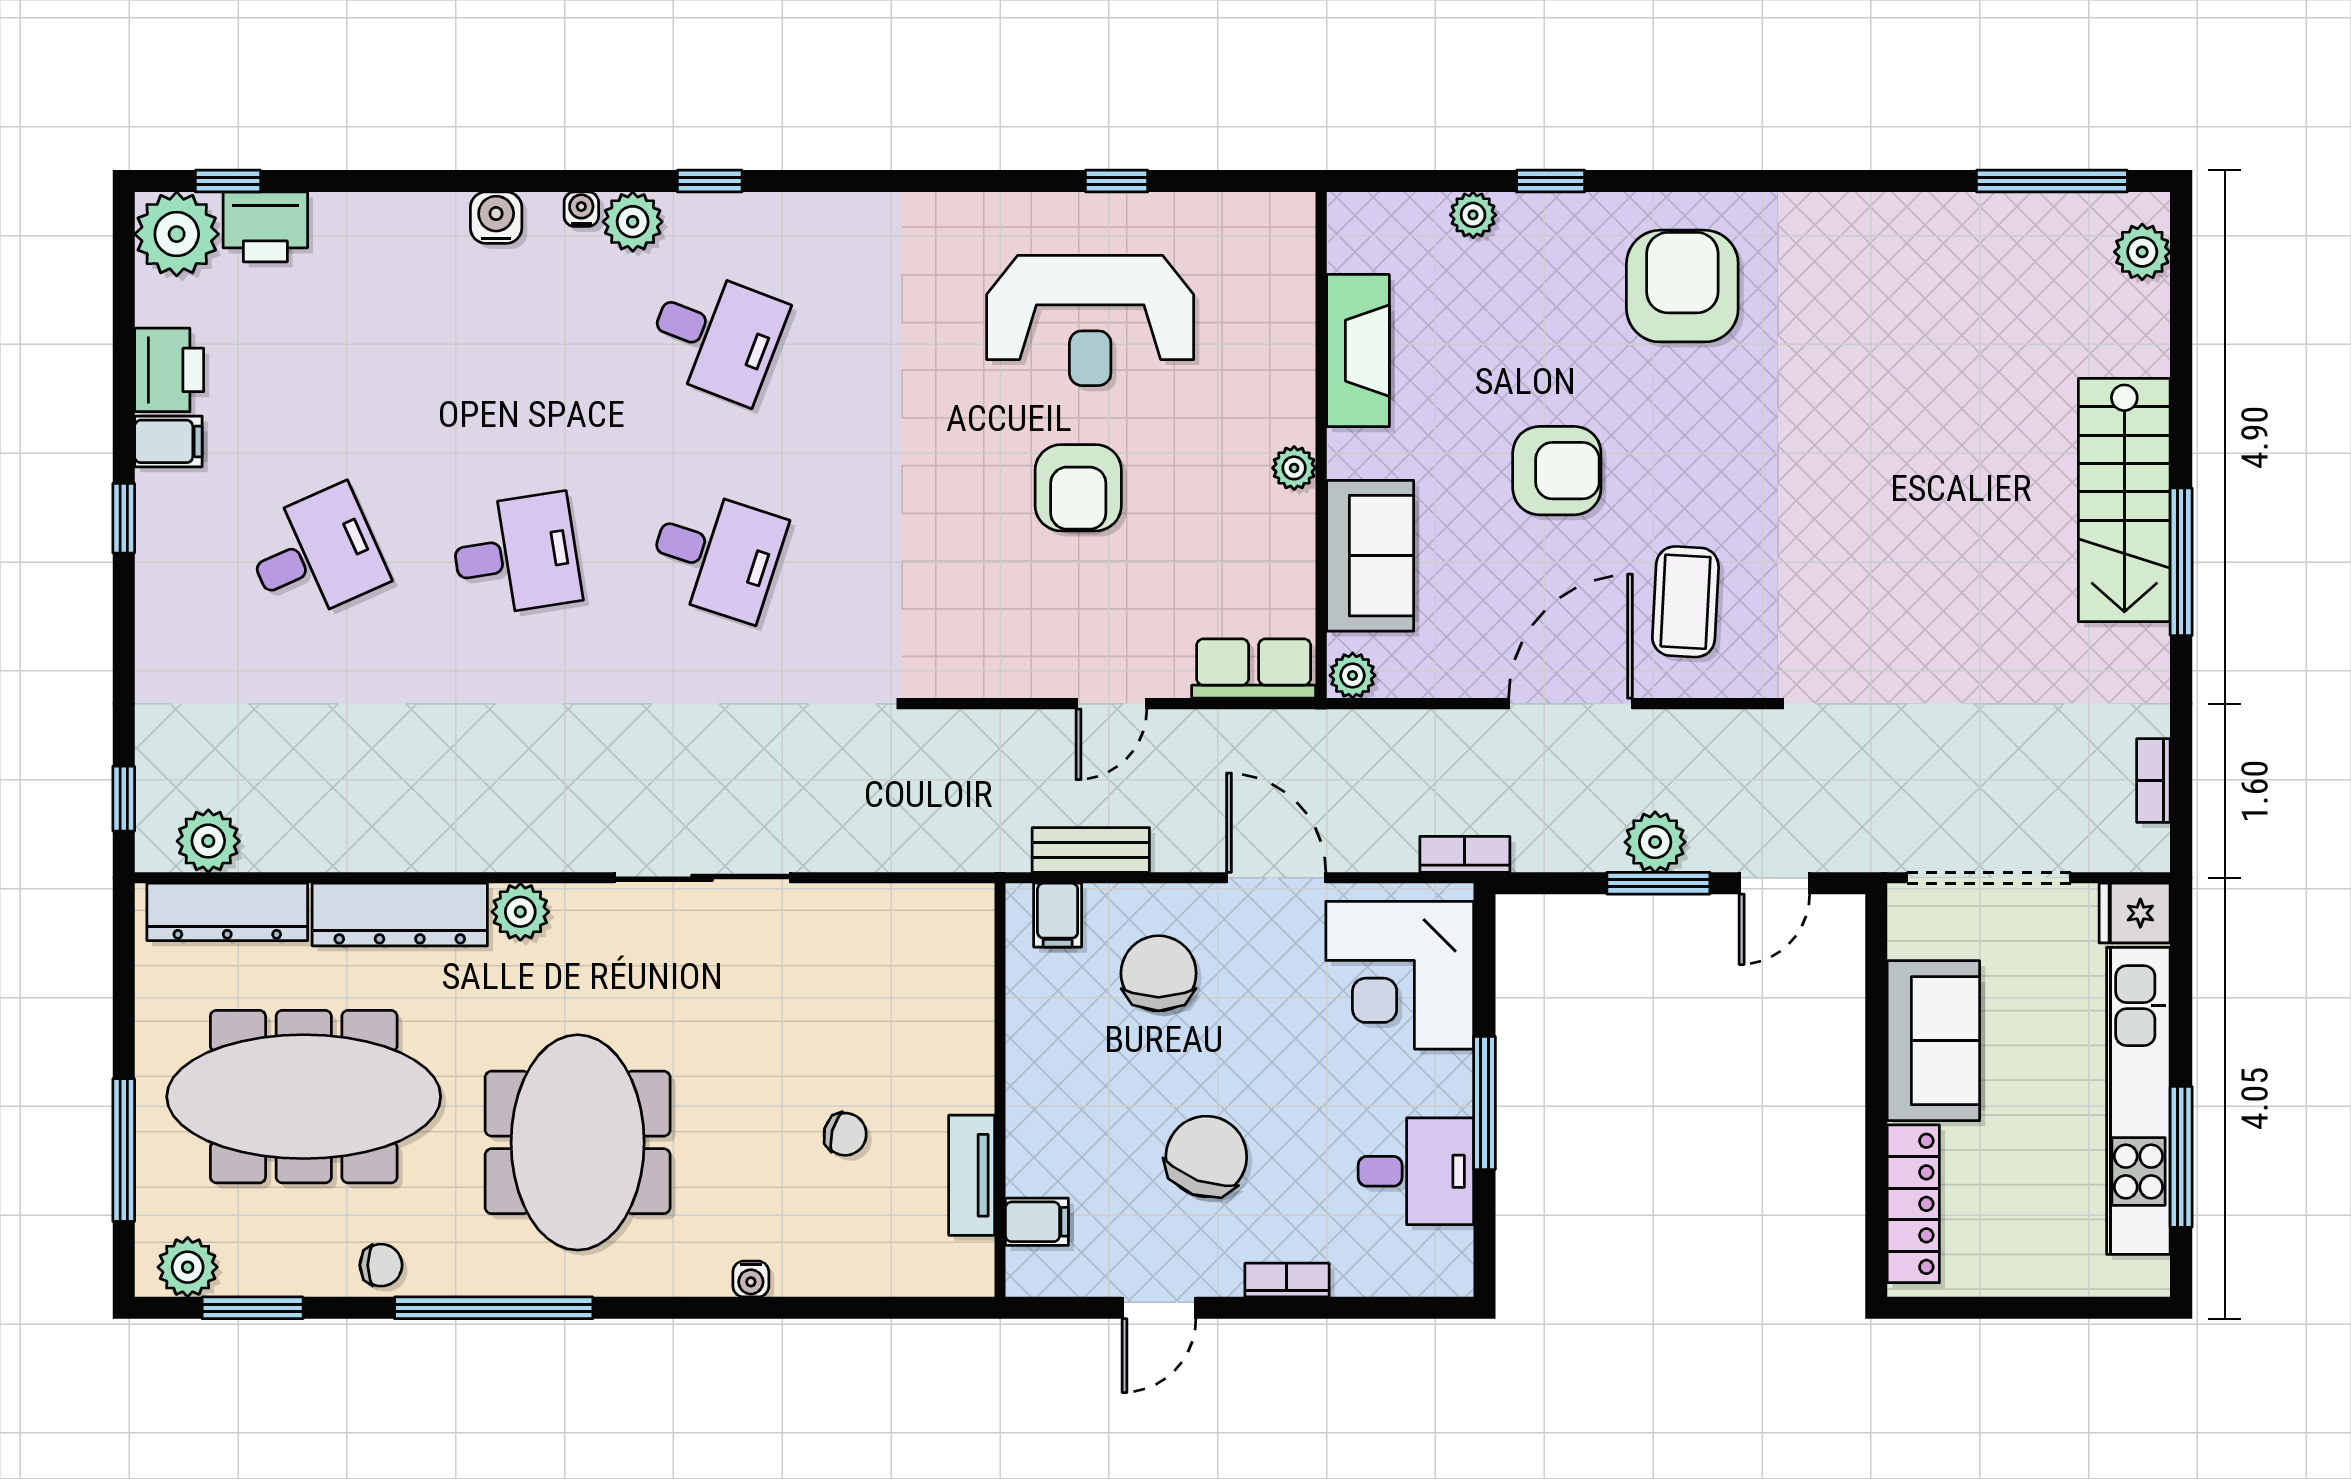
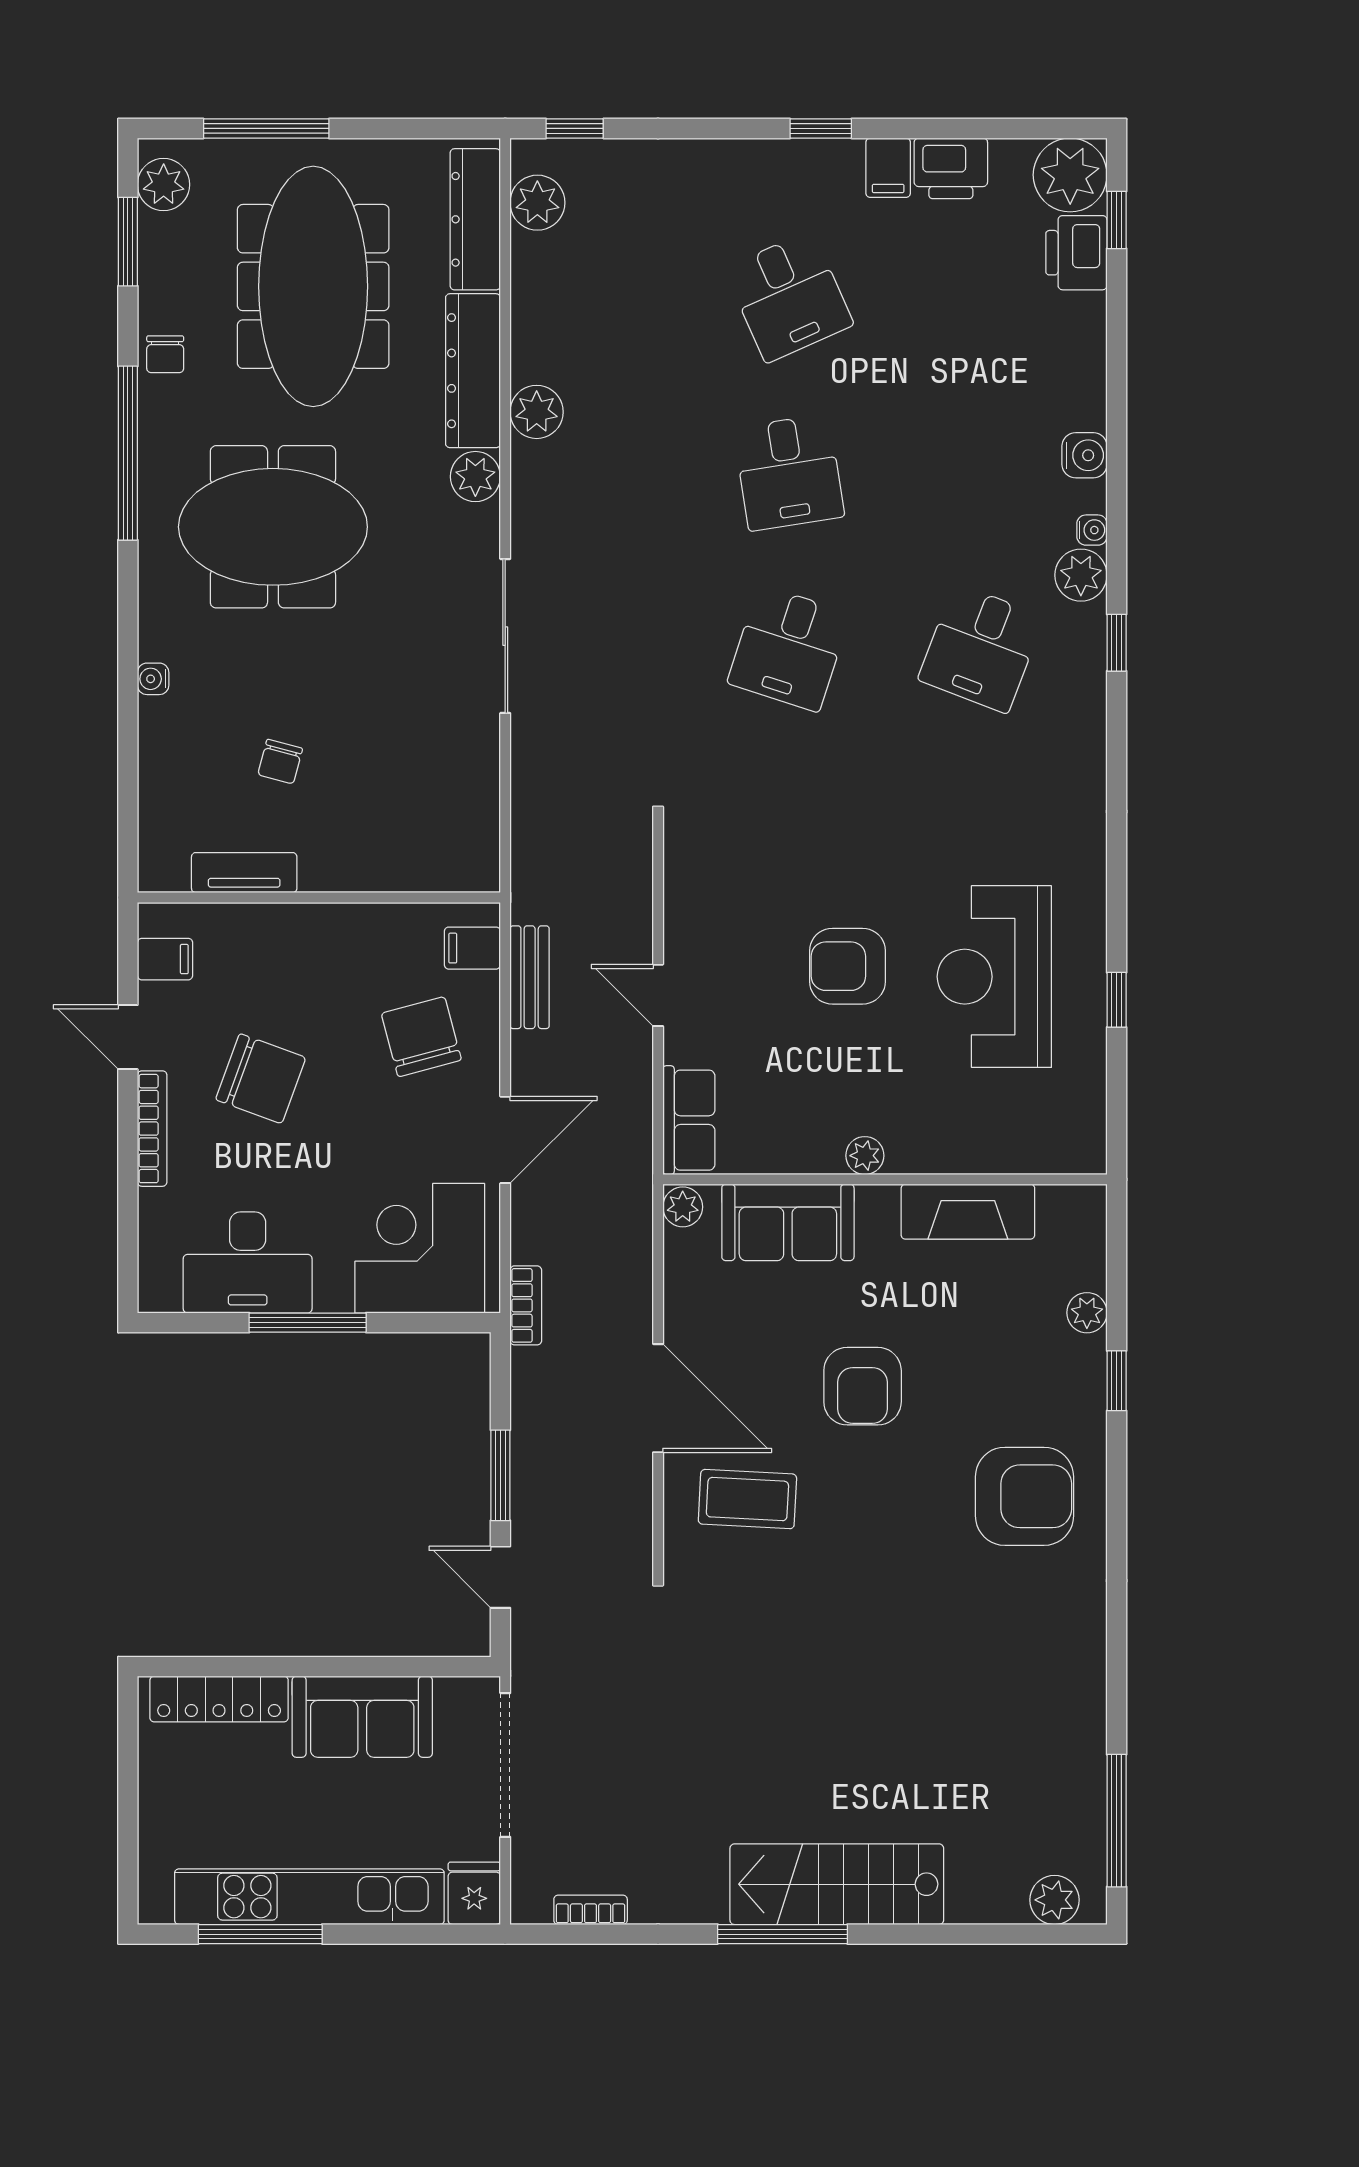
plant: (1655, 842) -> (537, 412), moved
chair: (1159, 973) -> (421, 1037), turned -105
desk: (1416, 1171) -> (248, 1262), width x1.37
filing cabinet: (1037, 1222) -> (165, 959), moved, turned -90
bookcase: (1287, 1280) -> (152, 1129), width x1.56

